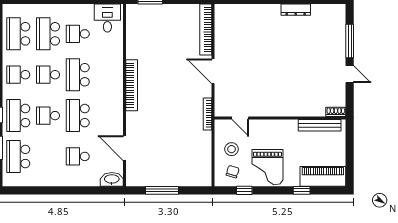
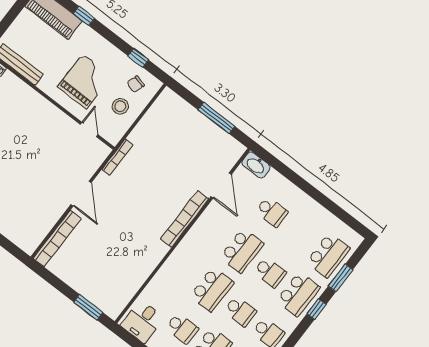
bookcase: (132, 85) -> (185, 219), moved
grand piano: (267, 167) -> (85, 81), moved

